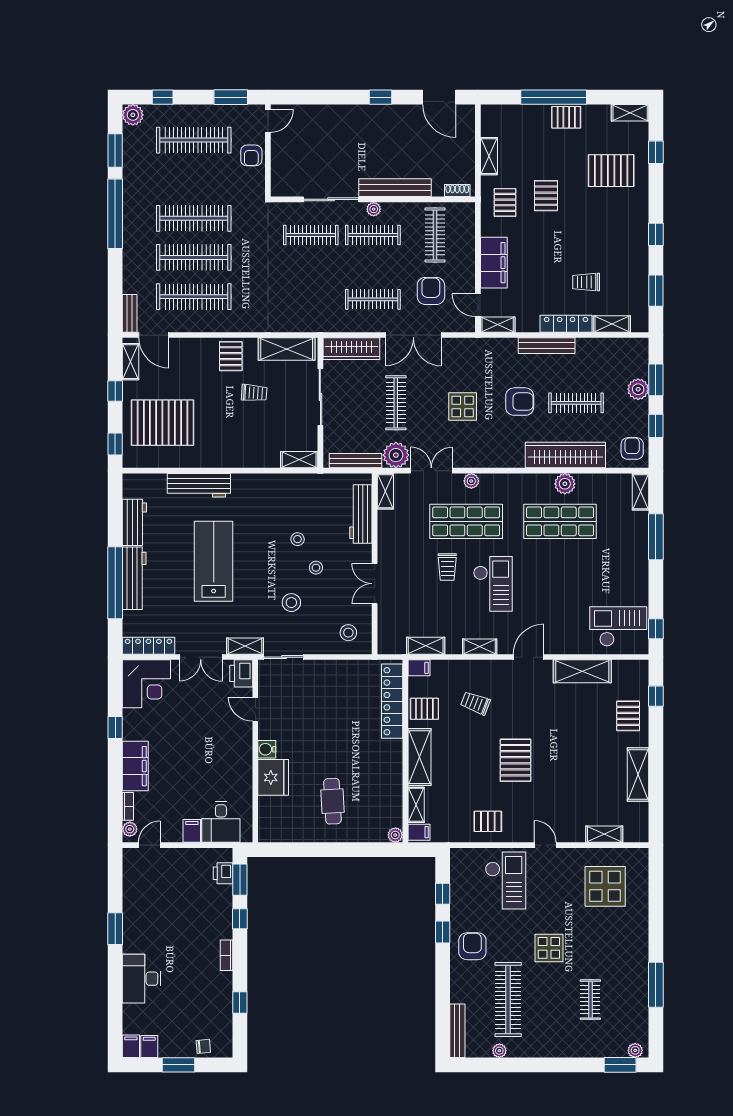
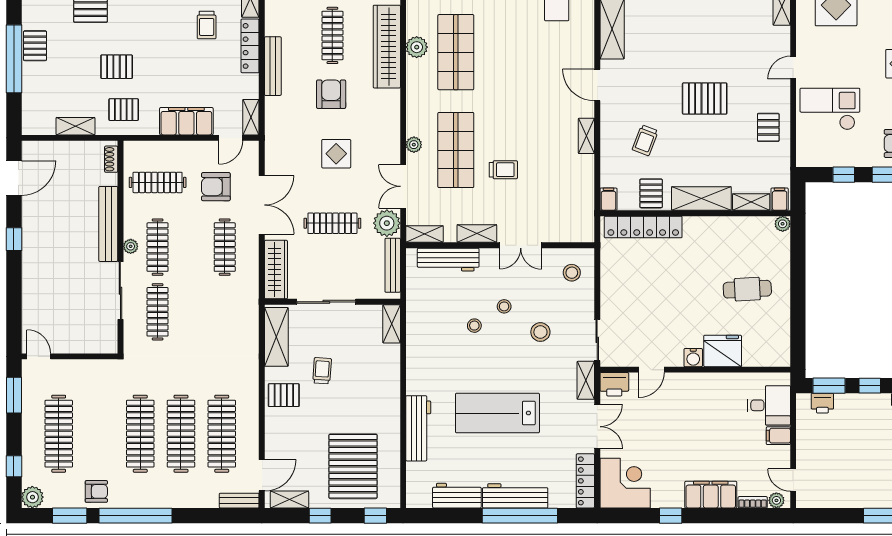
armchair: (251, 155) -> (96, 491), moved
checkout: (493, 584) -> (521, 122), removed
shelving: (426, 646) -> (477, 233), moved, turned 90

